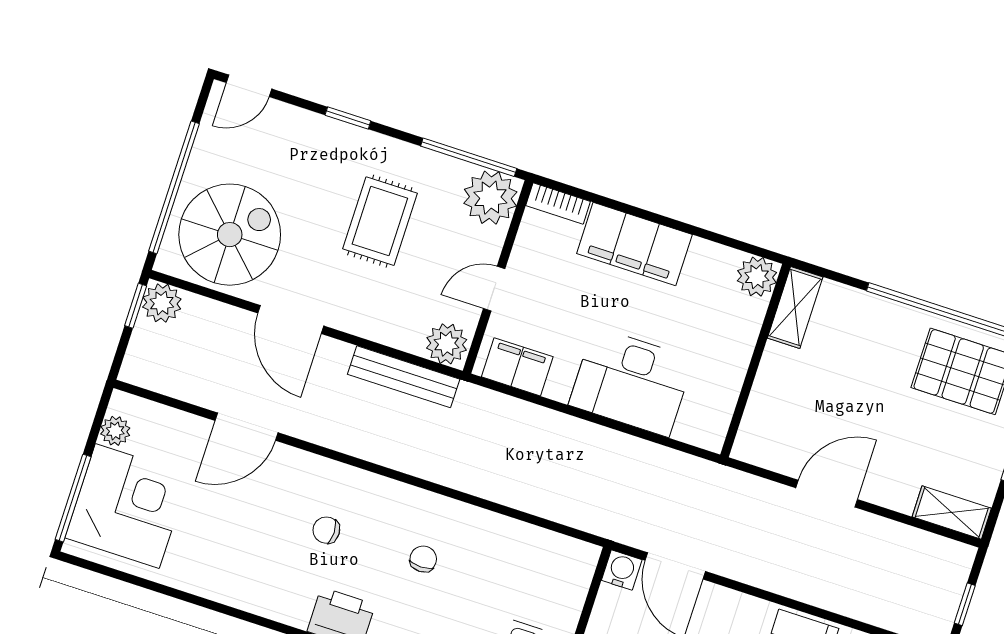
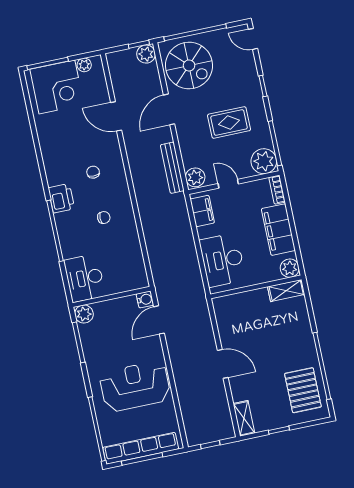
plant: (757, 277) -> (290, 268), moved
shelving: (795, 308) -> (286, 291), moved
wall: (756, 360) -> (256, 287), moved

